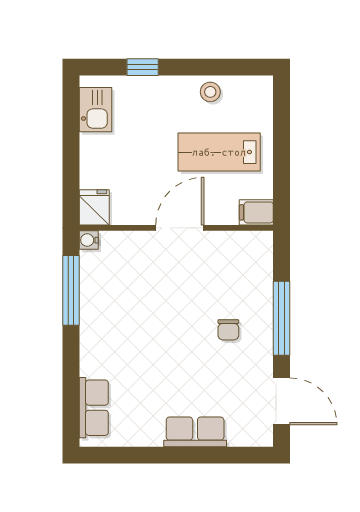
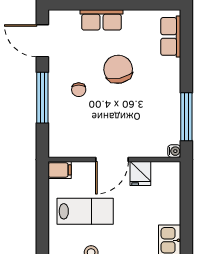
fridge: (94, 207) -> (140, 173), moved
chair: (228, 330) -> (79, 90), turned 180
chair: (171, 360) -> (118, 69), added

